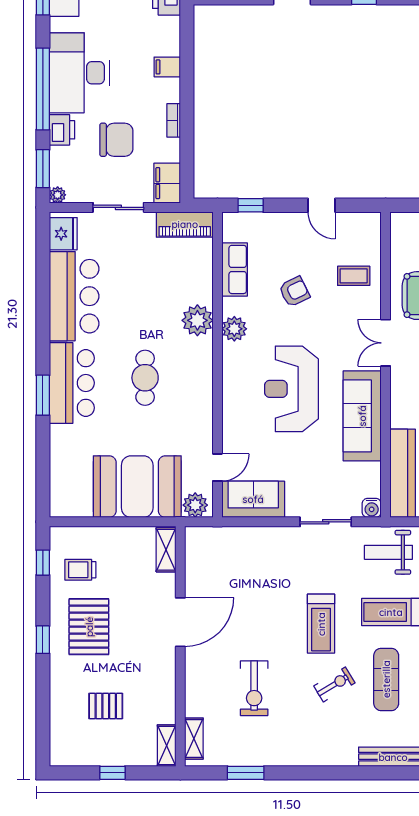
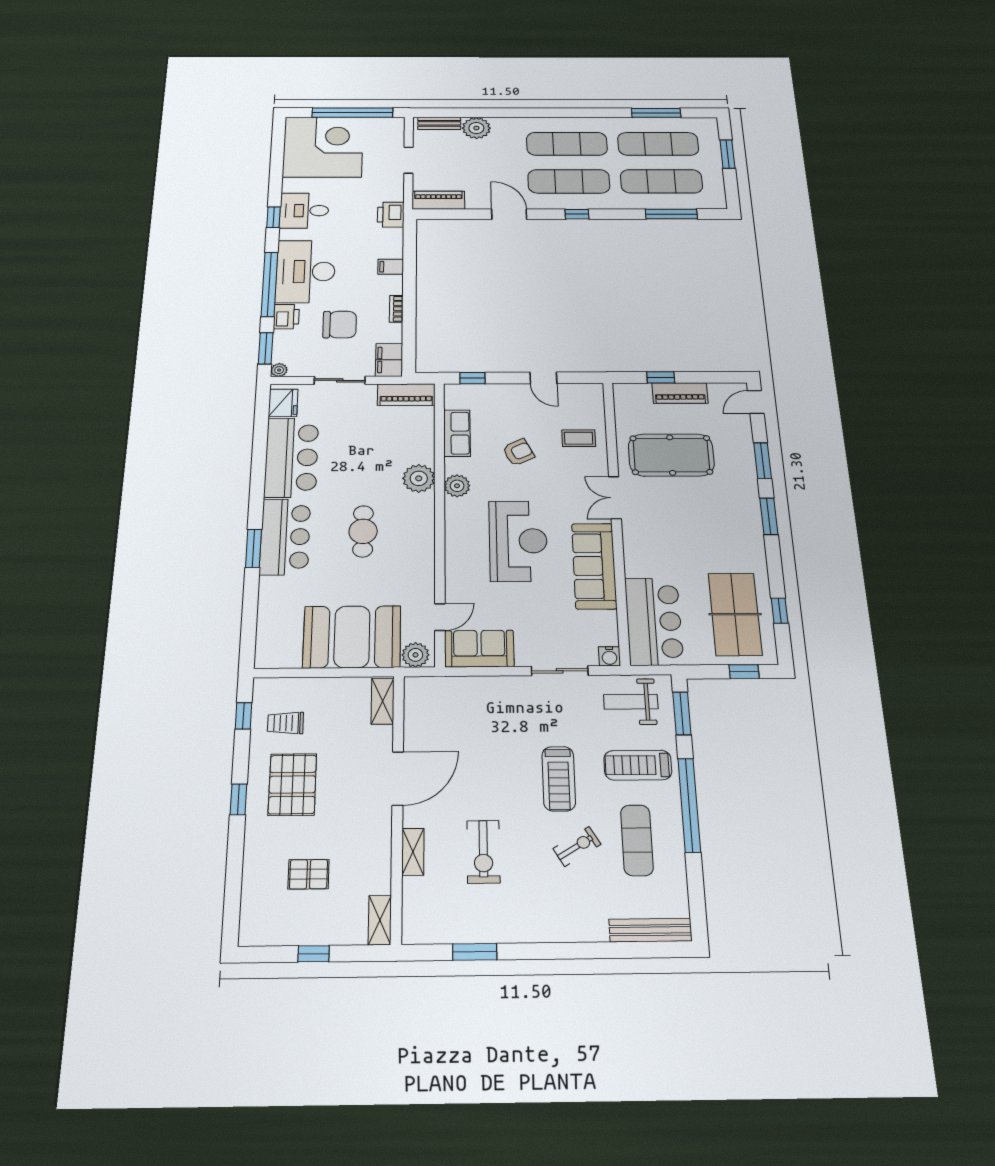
reception desk: (292, 389) -> (518, 541), turned 180
shelving: (194, 739) -> (413, 852), moved

